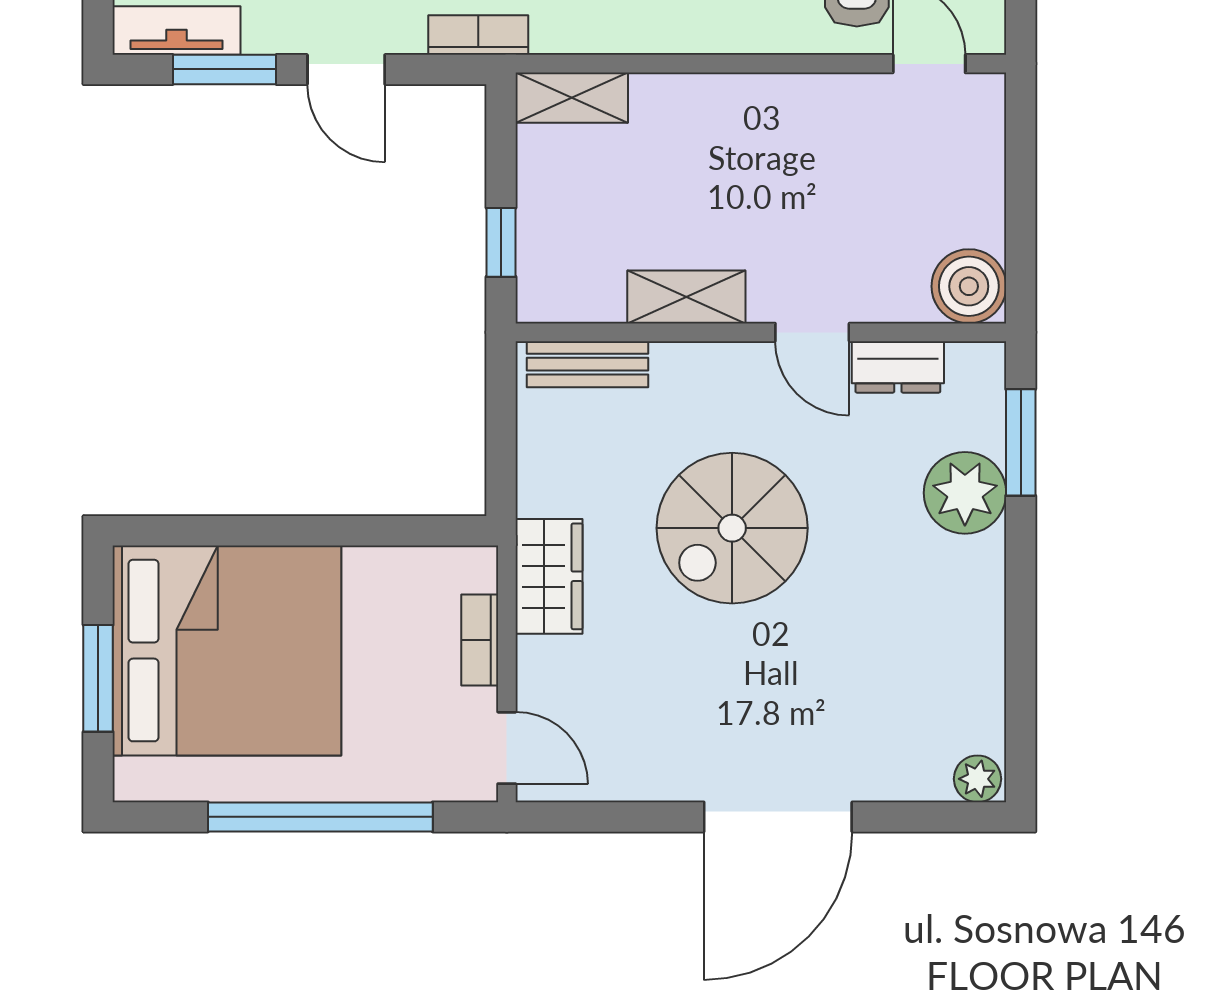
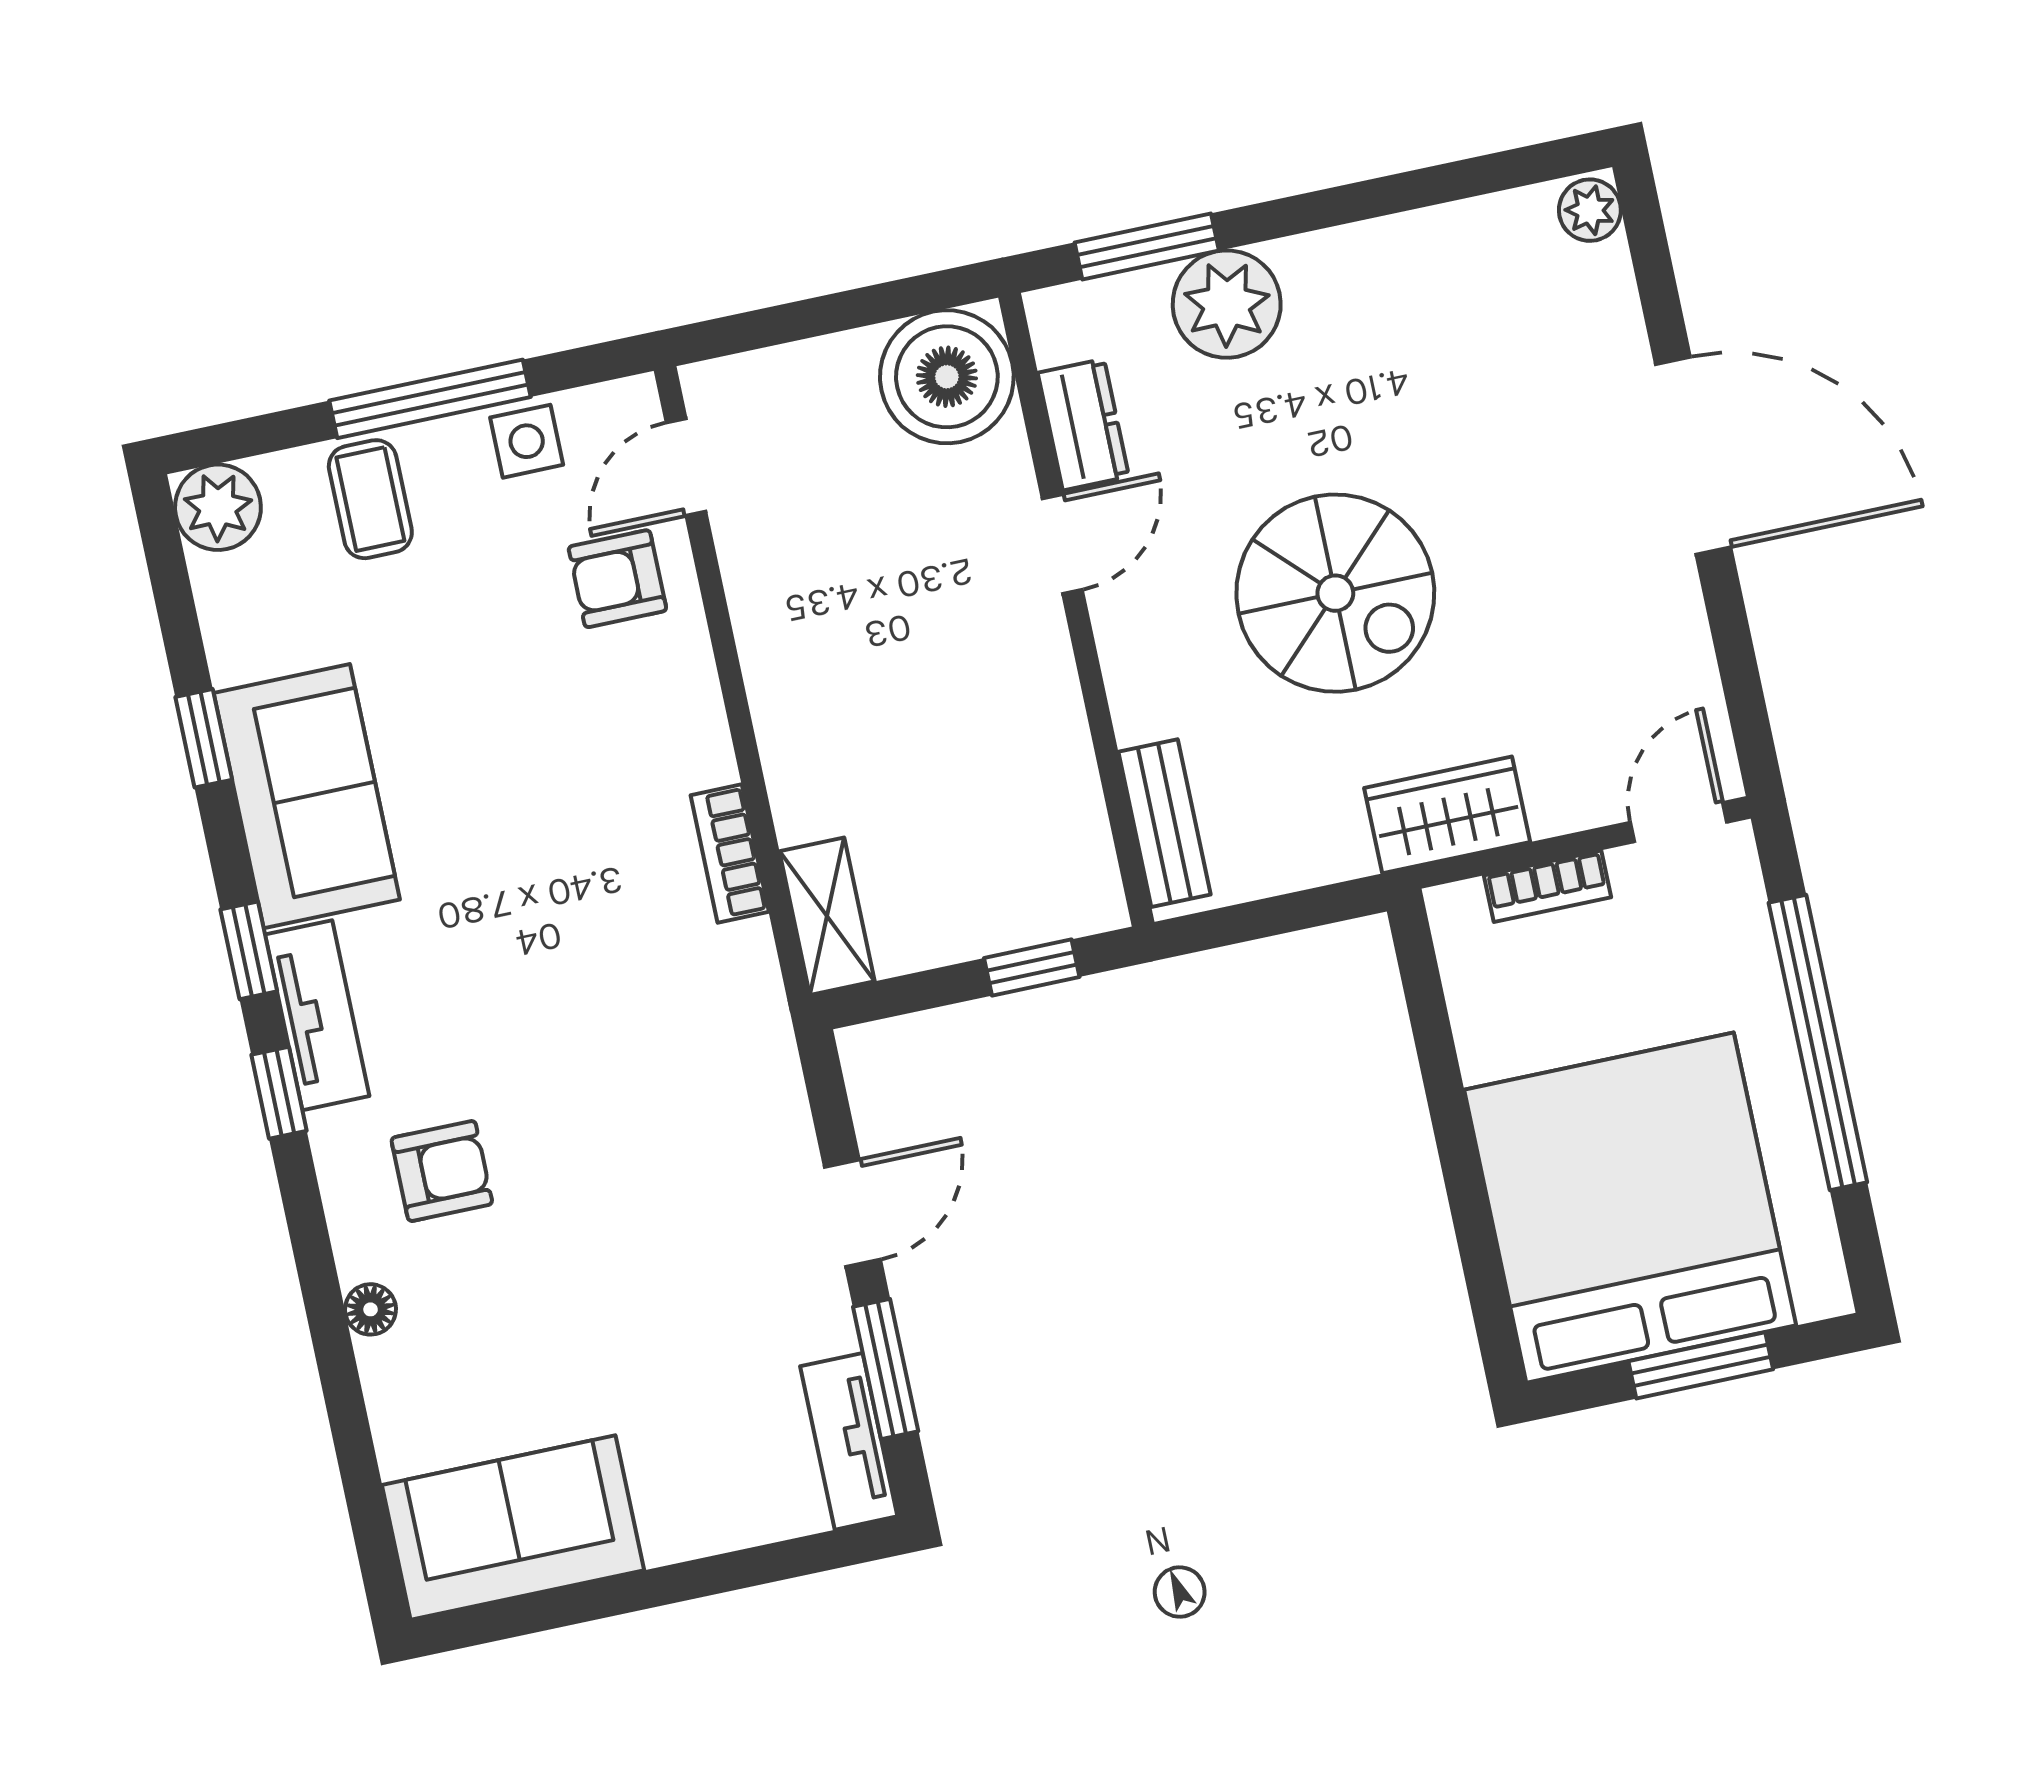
bookcase: (478, 35) -> (730, 854), moved
boiler: (969, 286) -> (947, 377), width x1.37, depth x1.37
shelving: (686, 297) -> (1051, 715), removed

